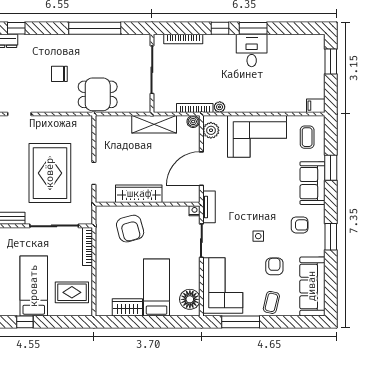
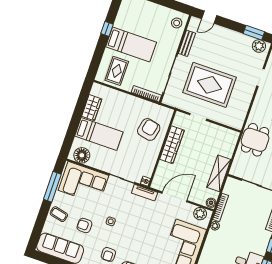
door: (201, 169) -> (174, 197), hinge flipped
armchair: (130, 229) -> (149, 129), turned 117
armchair: (274, 266) -> (84, 225), turned 180

